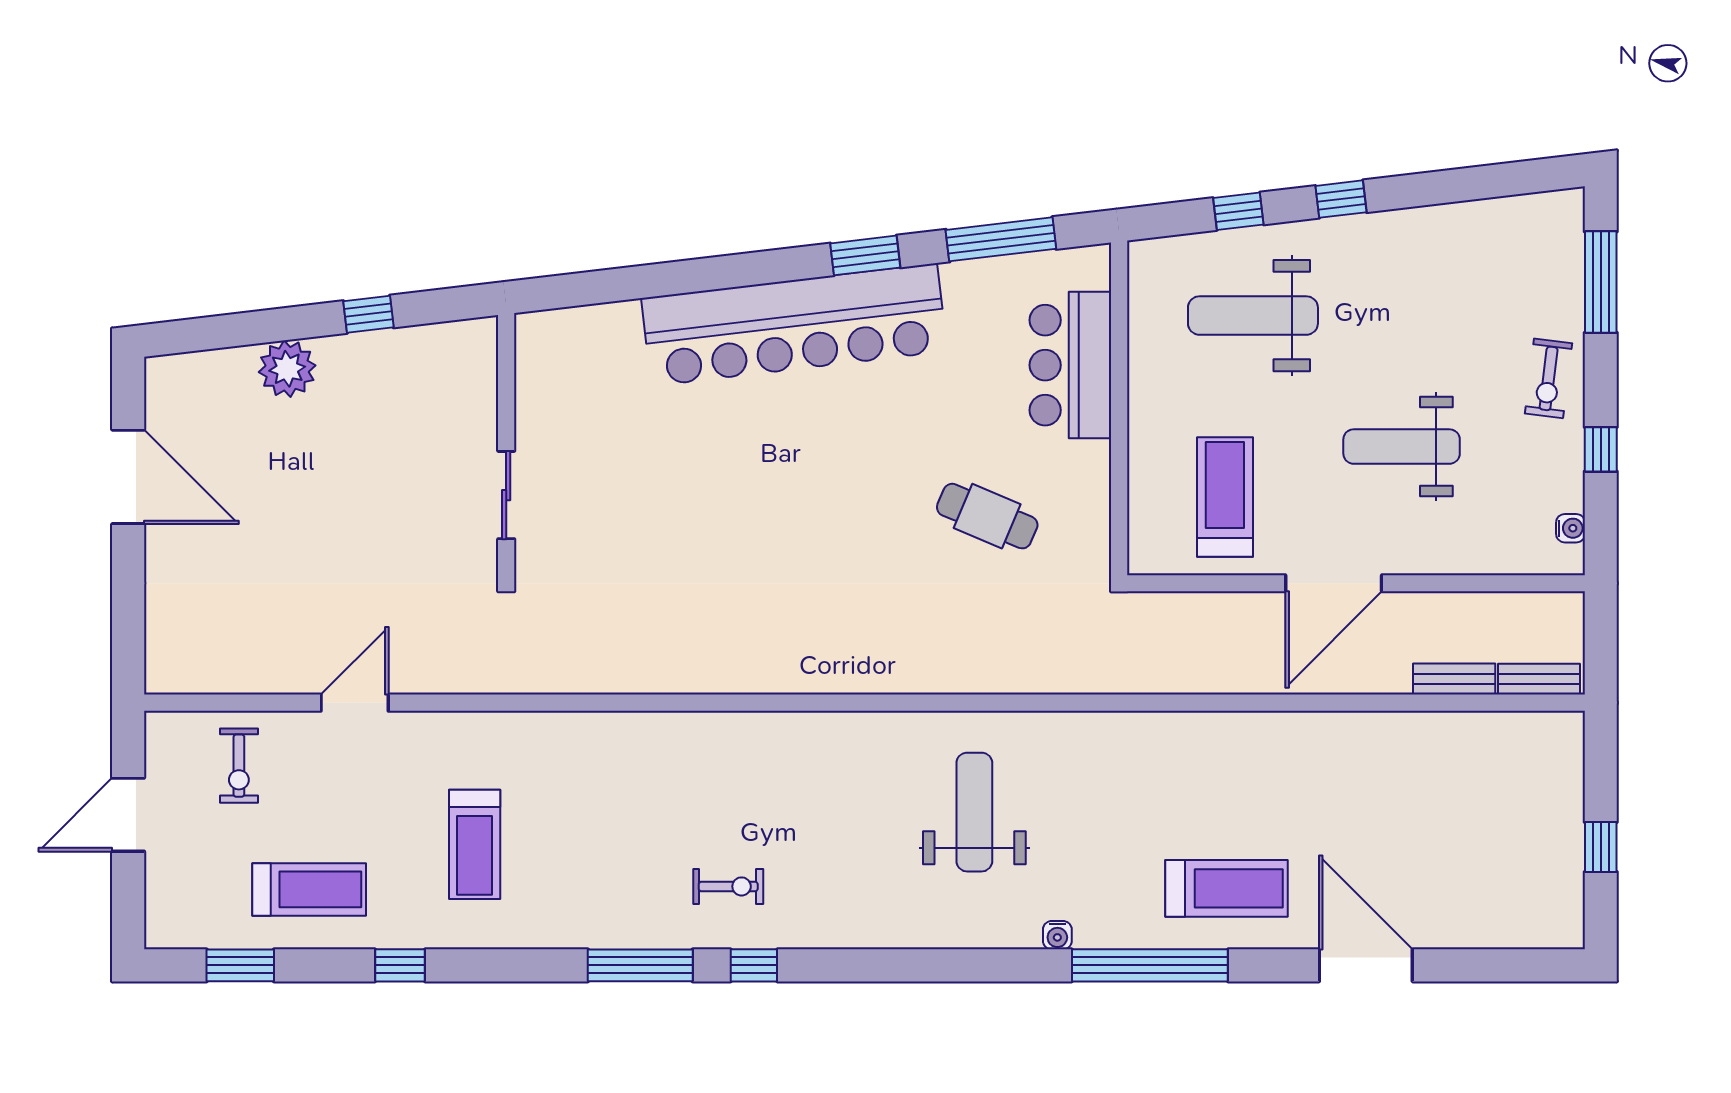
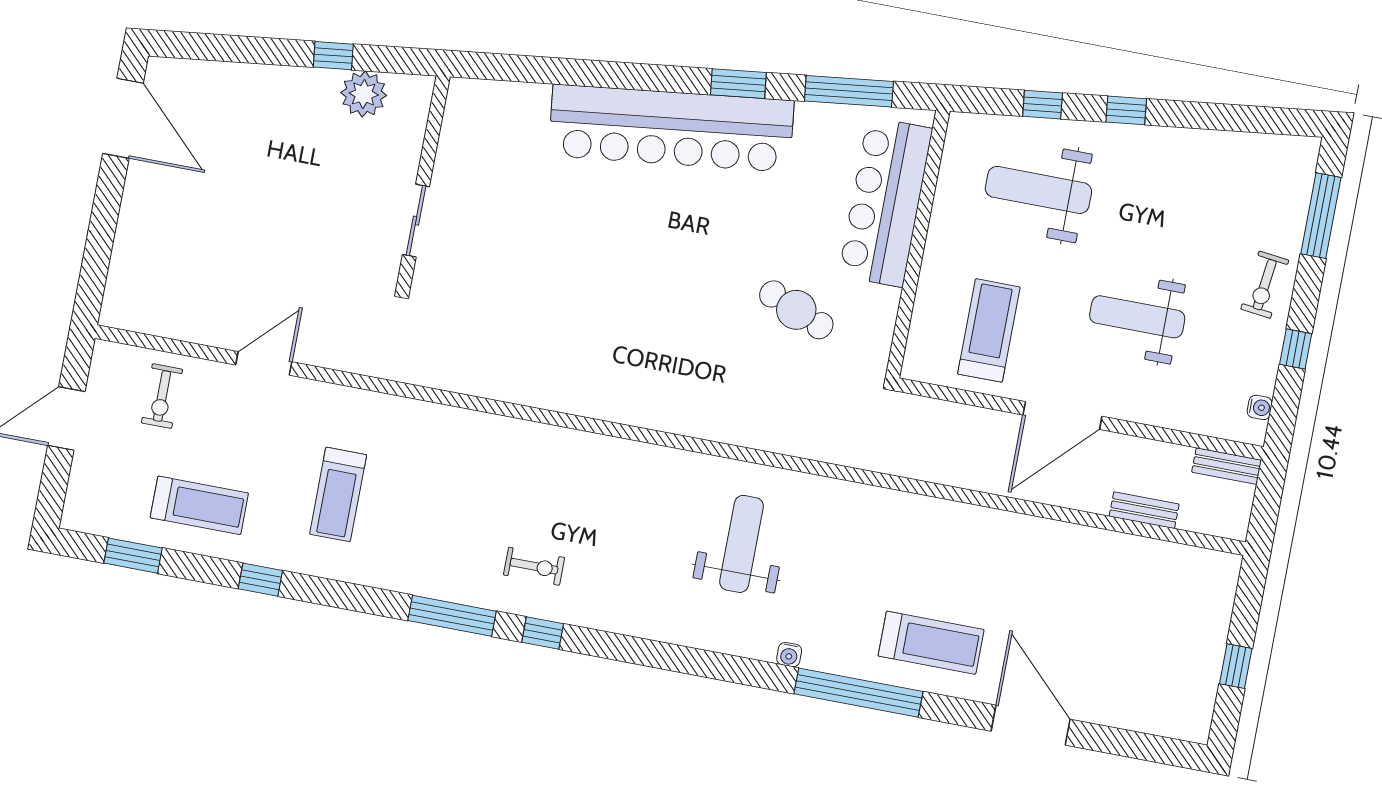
bar counter: (1070, 365) -> (885, 202), width x1.36
plant: (287, 369) -> (364, 94), moved
door: (128, 477) -> (123, 118), moved
bench: (1539, 679) -> (1227, 466), moved

